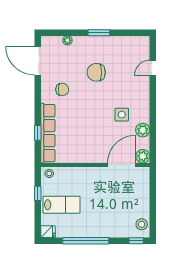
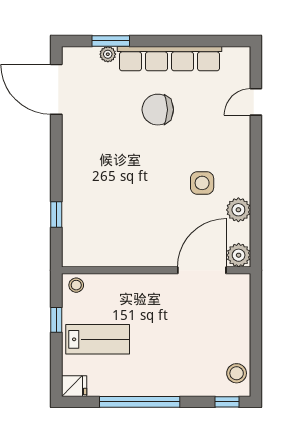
window: (99, 33) -> (111, 41), moved
chair: (62, 89) -> (99, 139), removed
row of seats: (48, 133) -> (169, 59), moved, turned 90

